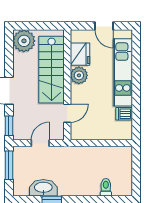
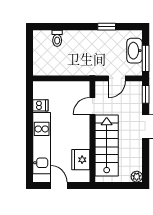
plant: (24, 41) -> (137, 177), width x0.53, depth x0.53
plant: (79, 75) -> (82, 140), removed
washbasin: (43, 188) -> (134, 51), moved, turned 90

